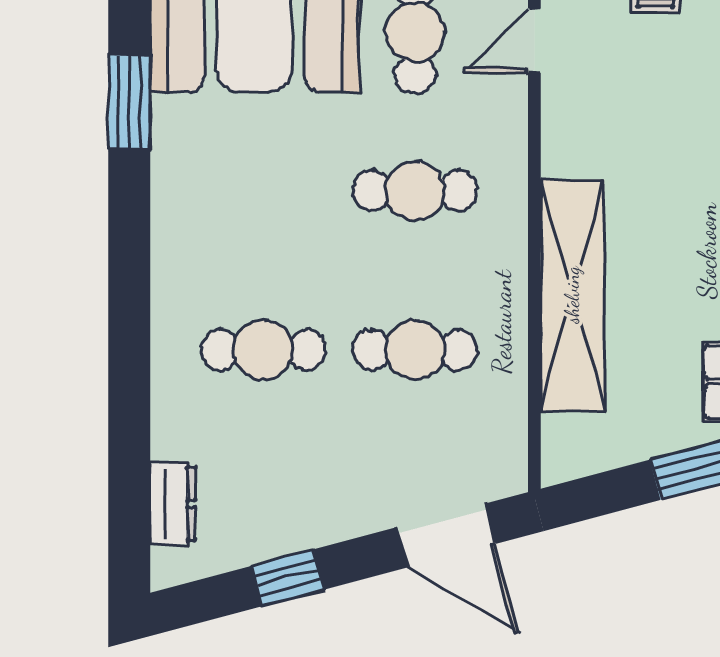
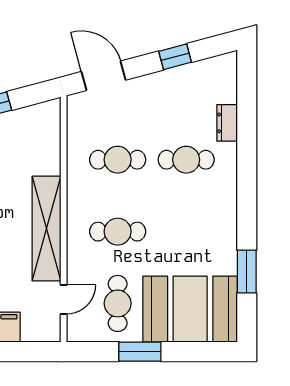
shelving: (572, 295) -> (47, 229), moved
dresser: (173, 504) -> (227, 123), moved

